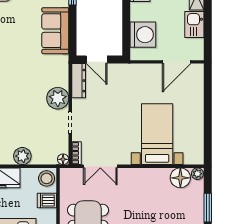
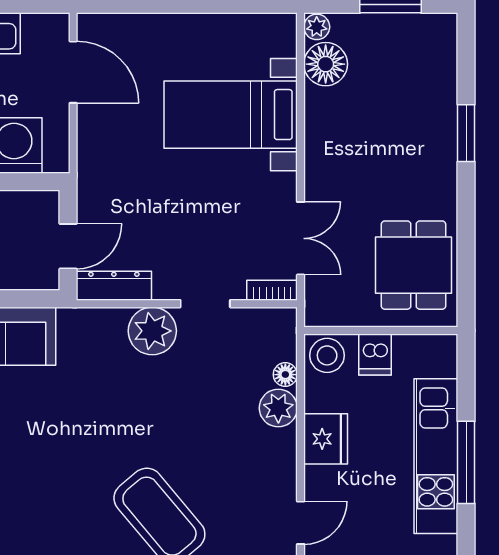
floor lamp: (63, 159) -> (285, 375), moved

